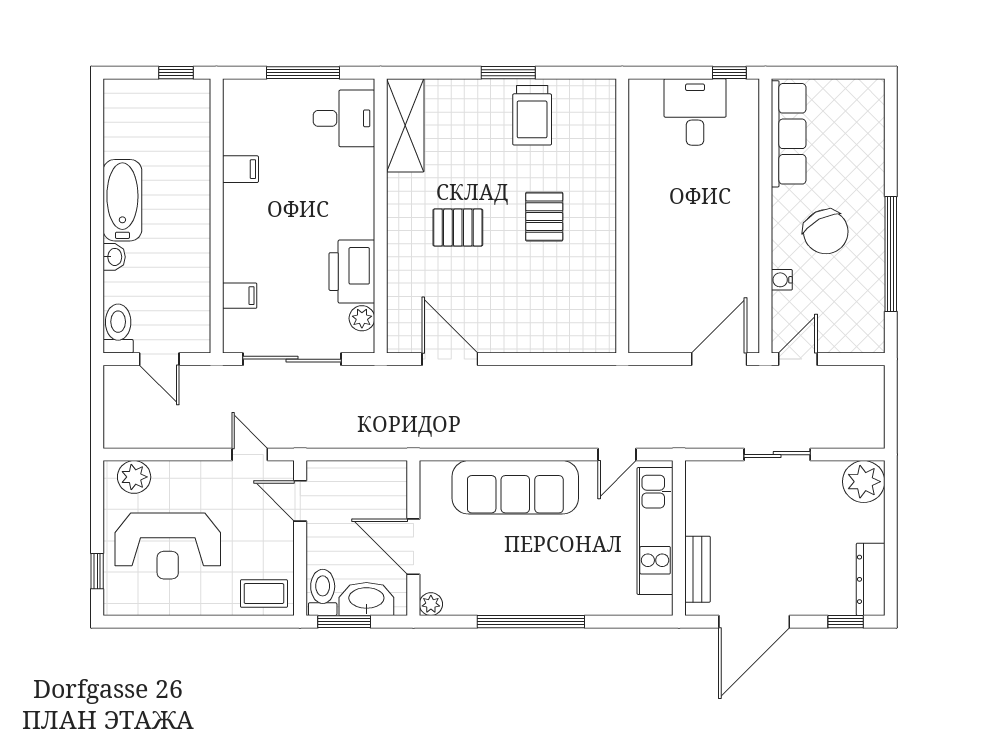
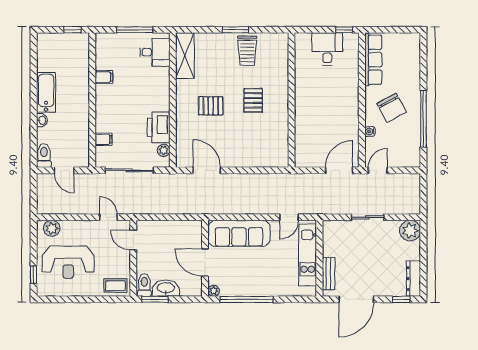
wall: (413, 538) -> (205, 258), moved
door: (413, 547) -> (205, 263), moved
plant: (431, 604) -> (214, 291), moved

